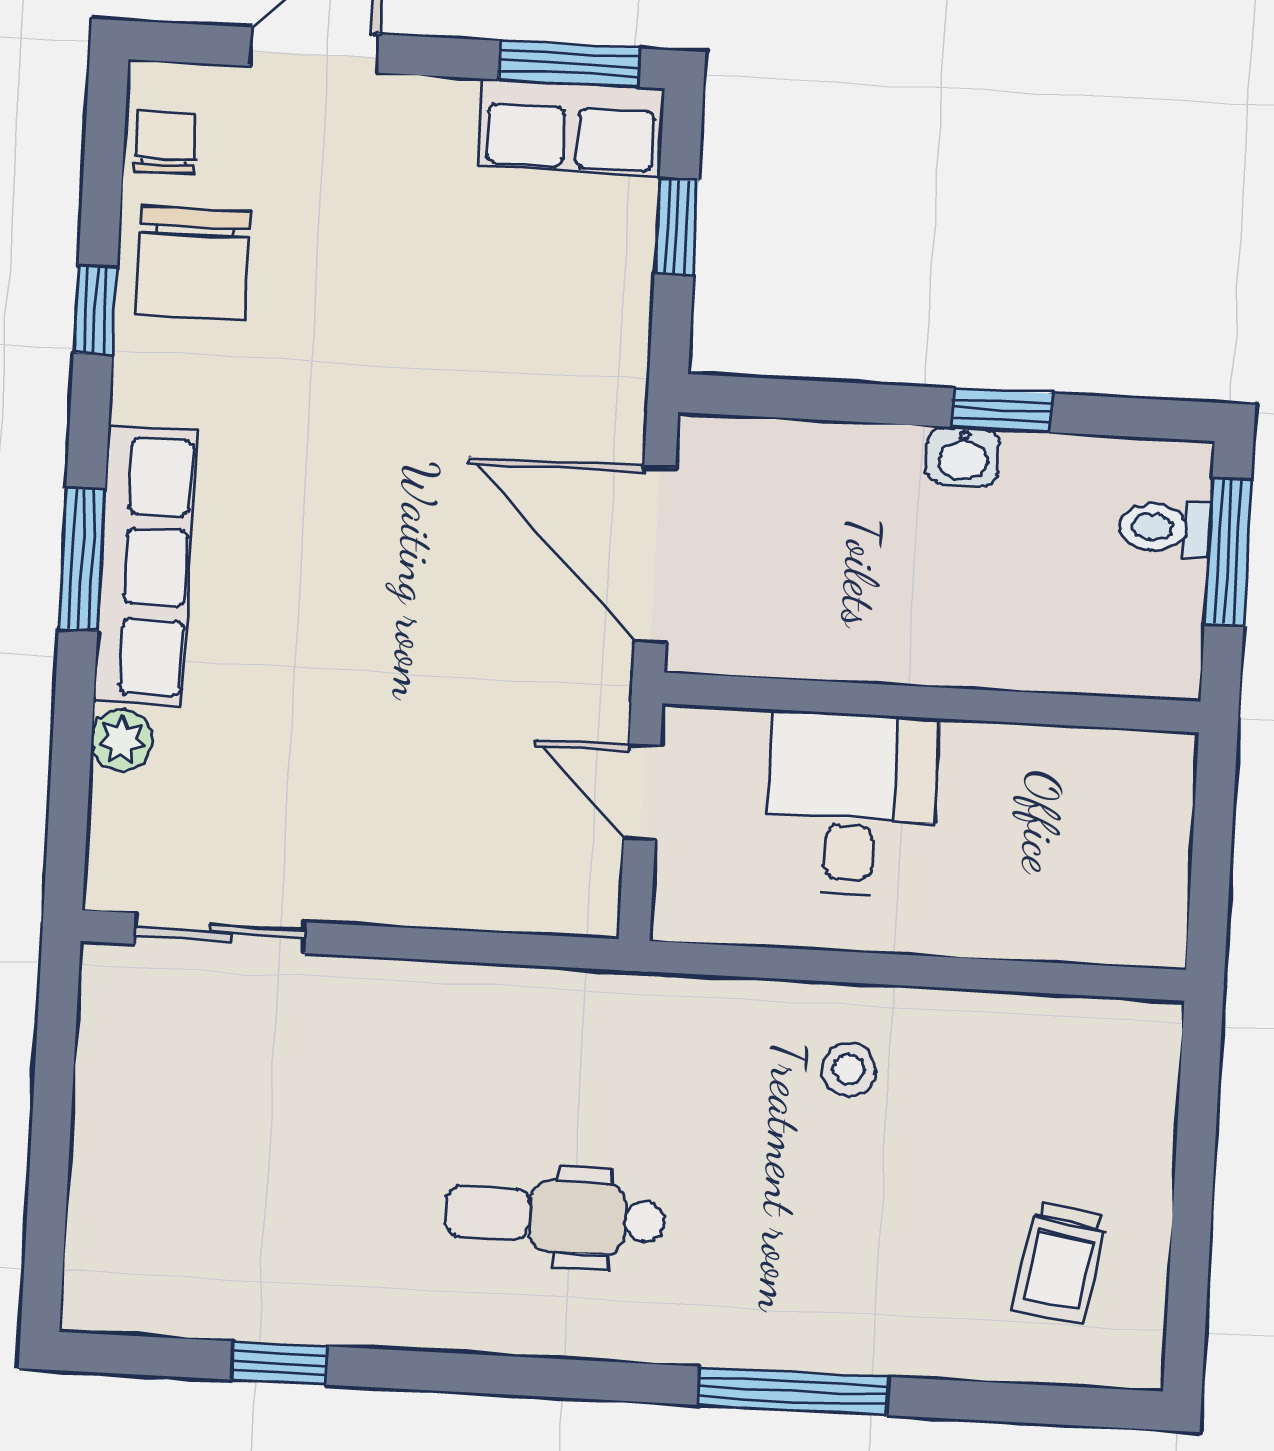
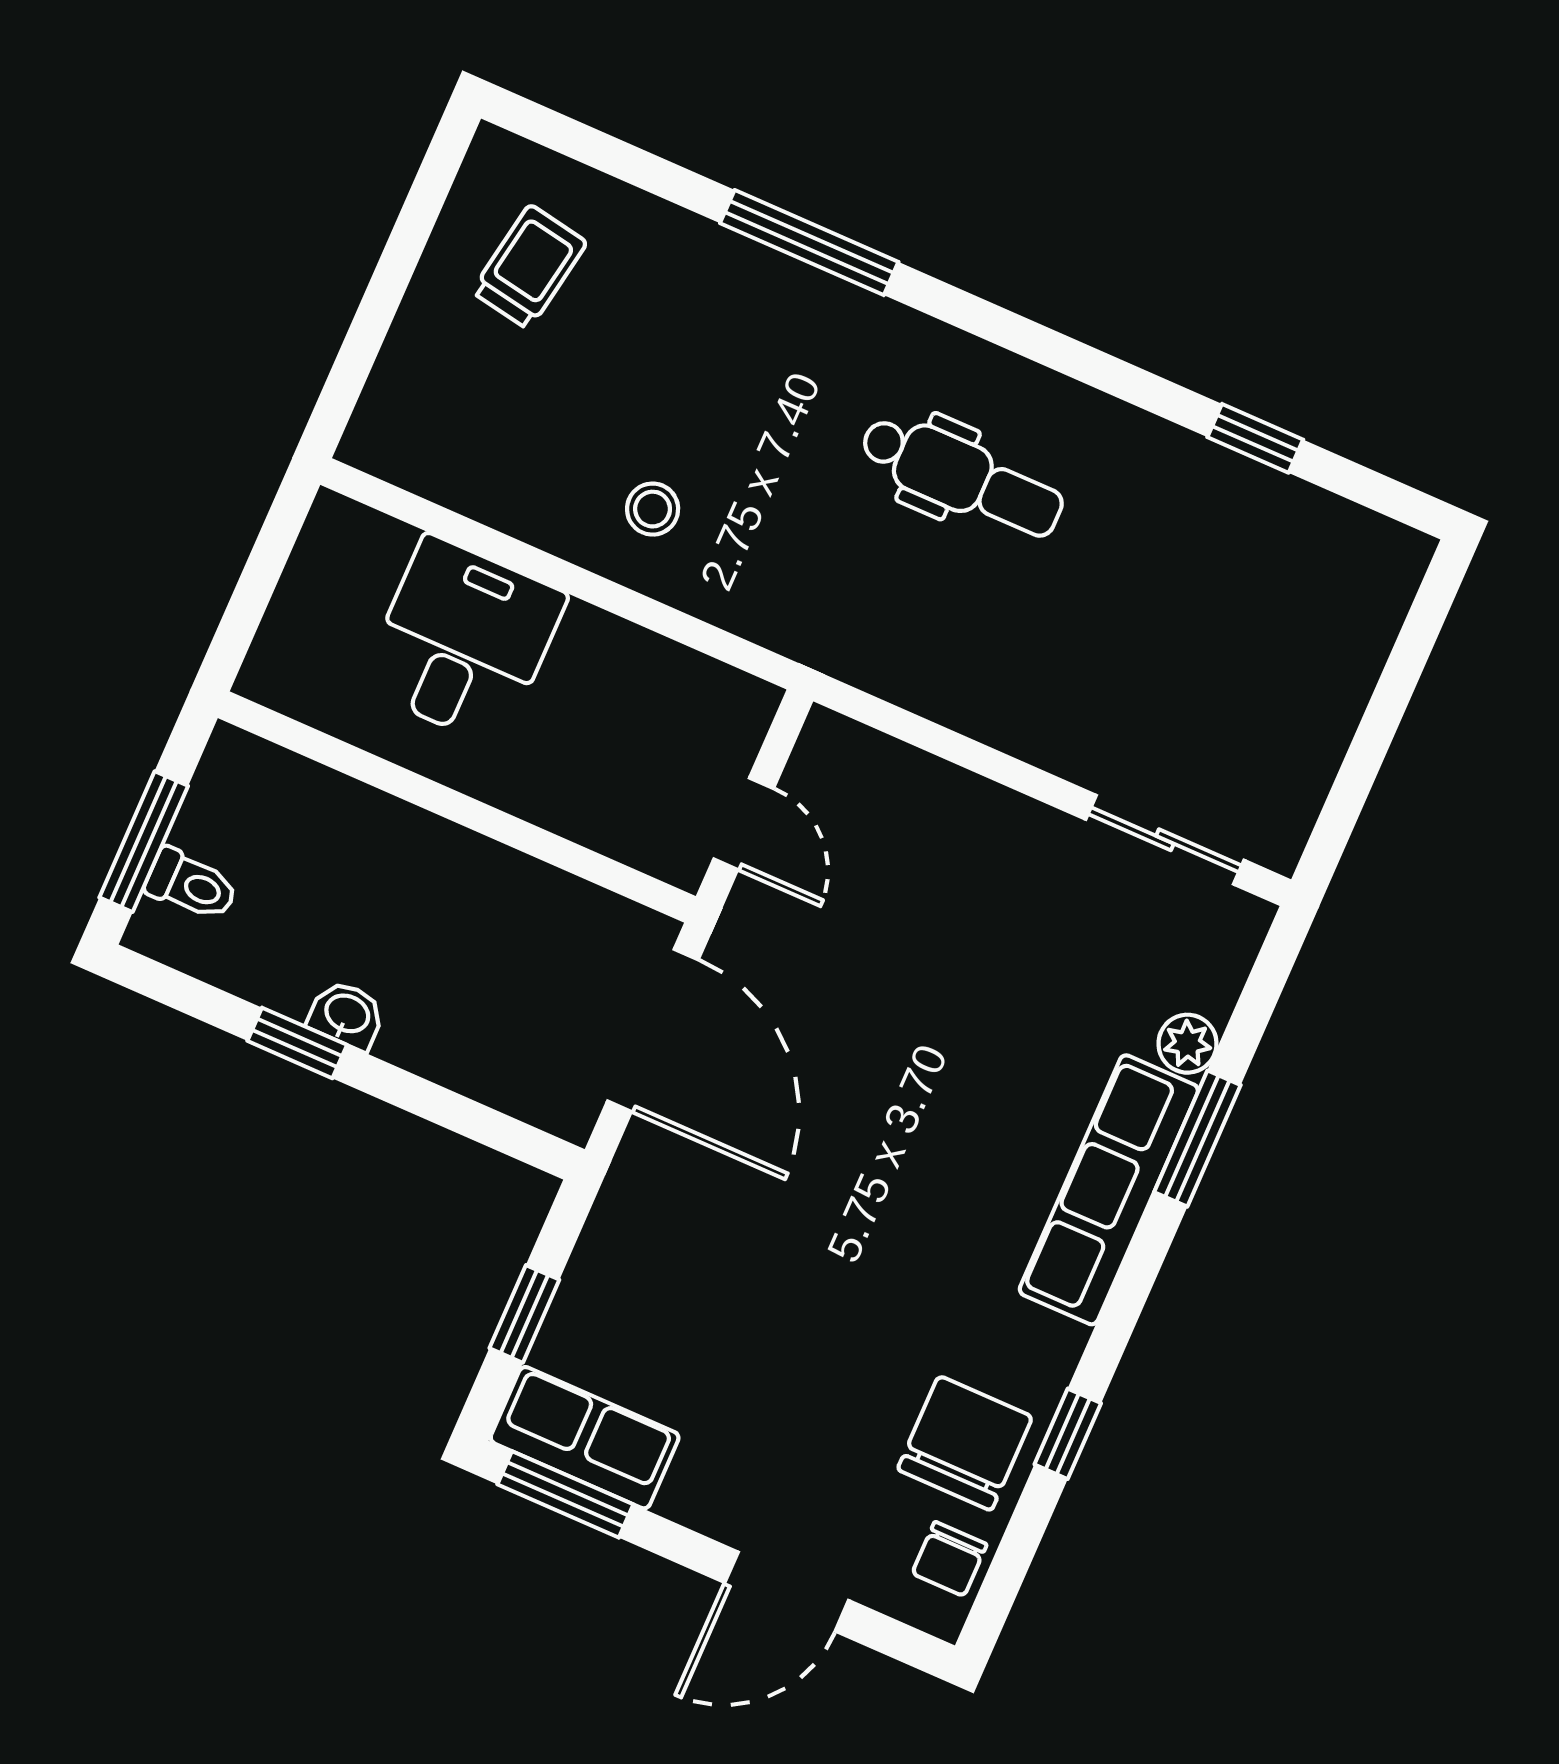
window: (82, 559) -> (1197, 1139), moved
desk: (851, 804) -> (463, 641), moved, turned 180

